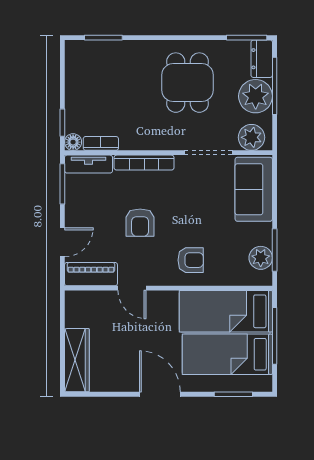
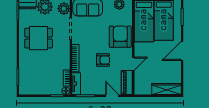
armchair: (191, 260) -> (120, 37), width x1.88, depth x1.88

